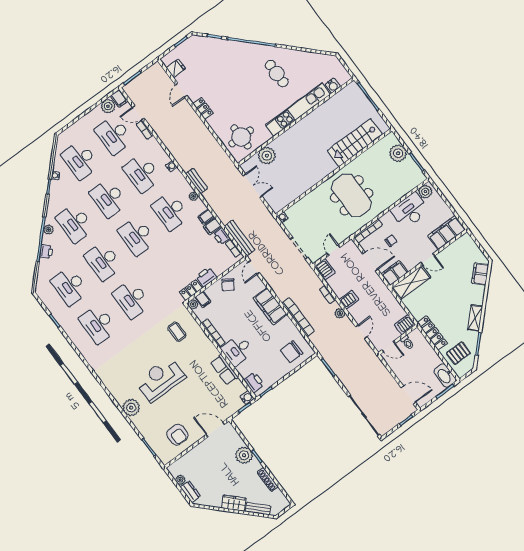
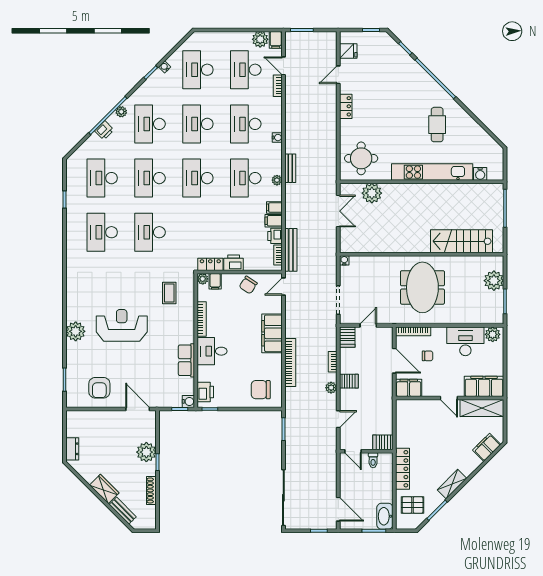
shelving: (411, 283) -> (482, 408), moved
plant: (180, 480) -> (71, 431), removed

